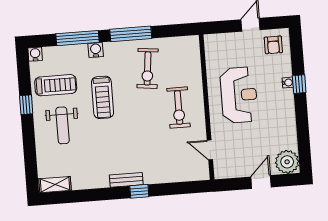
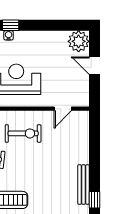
bench: (126, 180) -> (83, 185), width x1.36
window: (139, 191) -> (94, 200), moved

